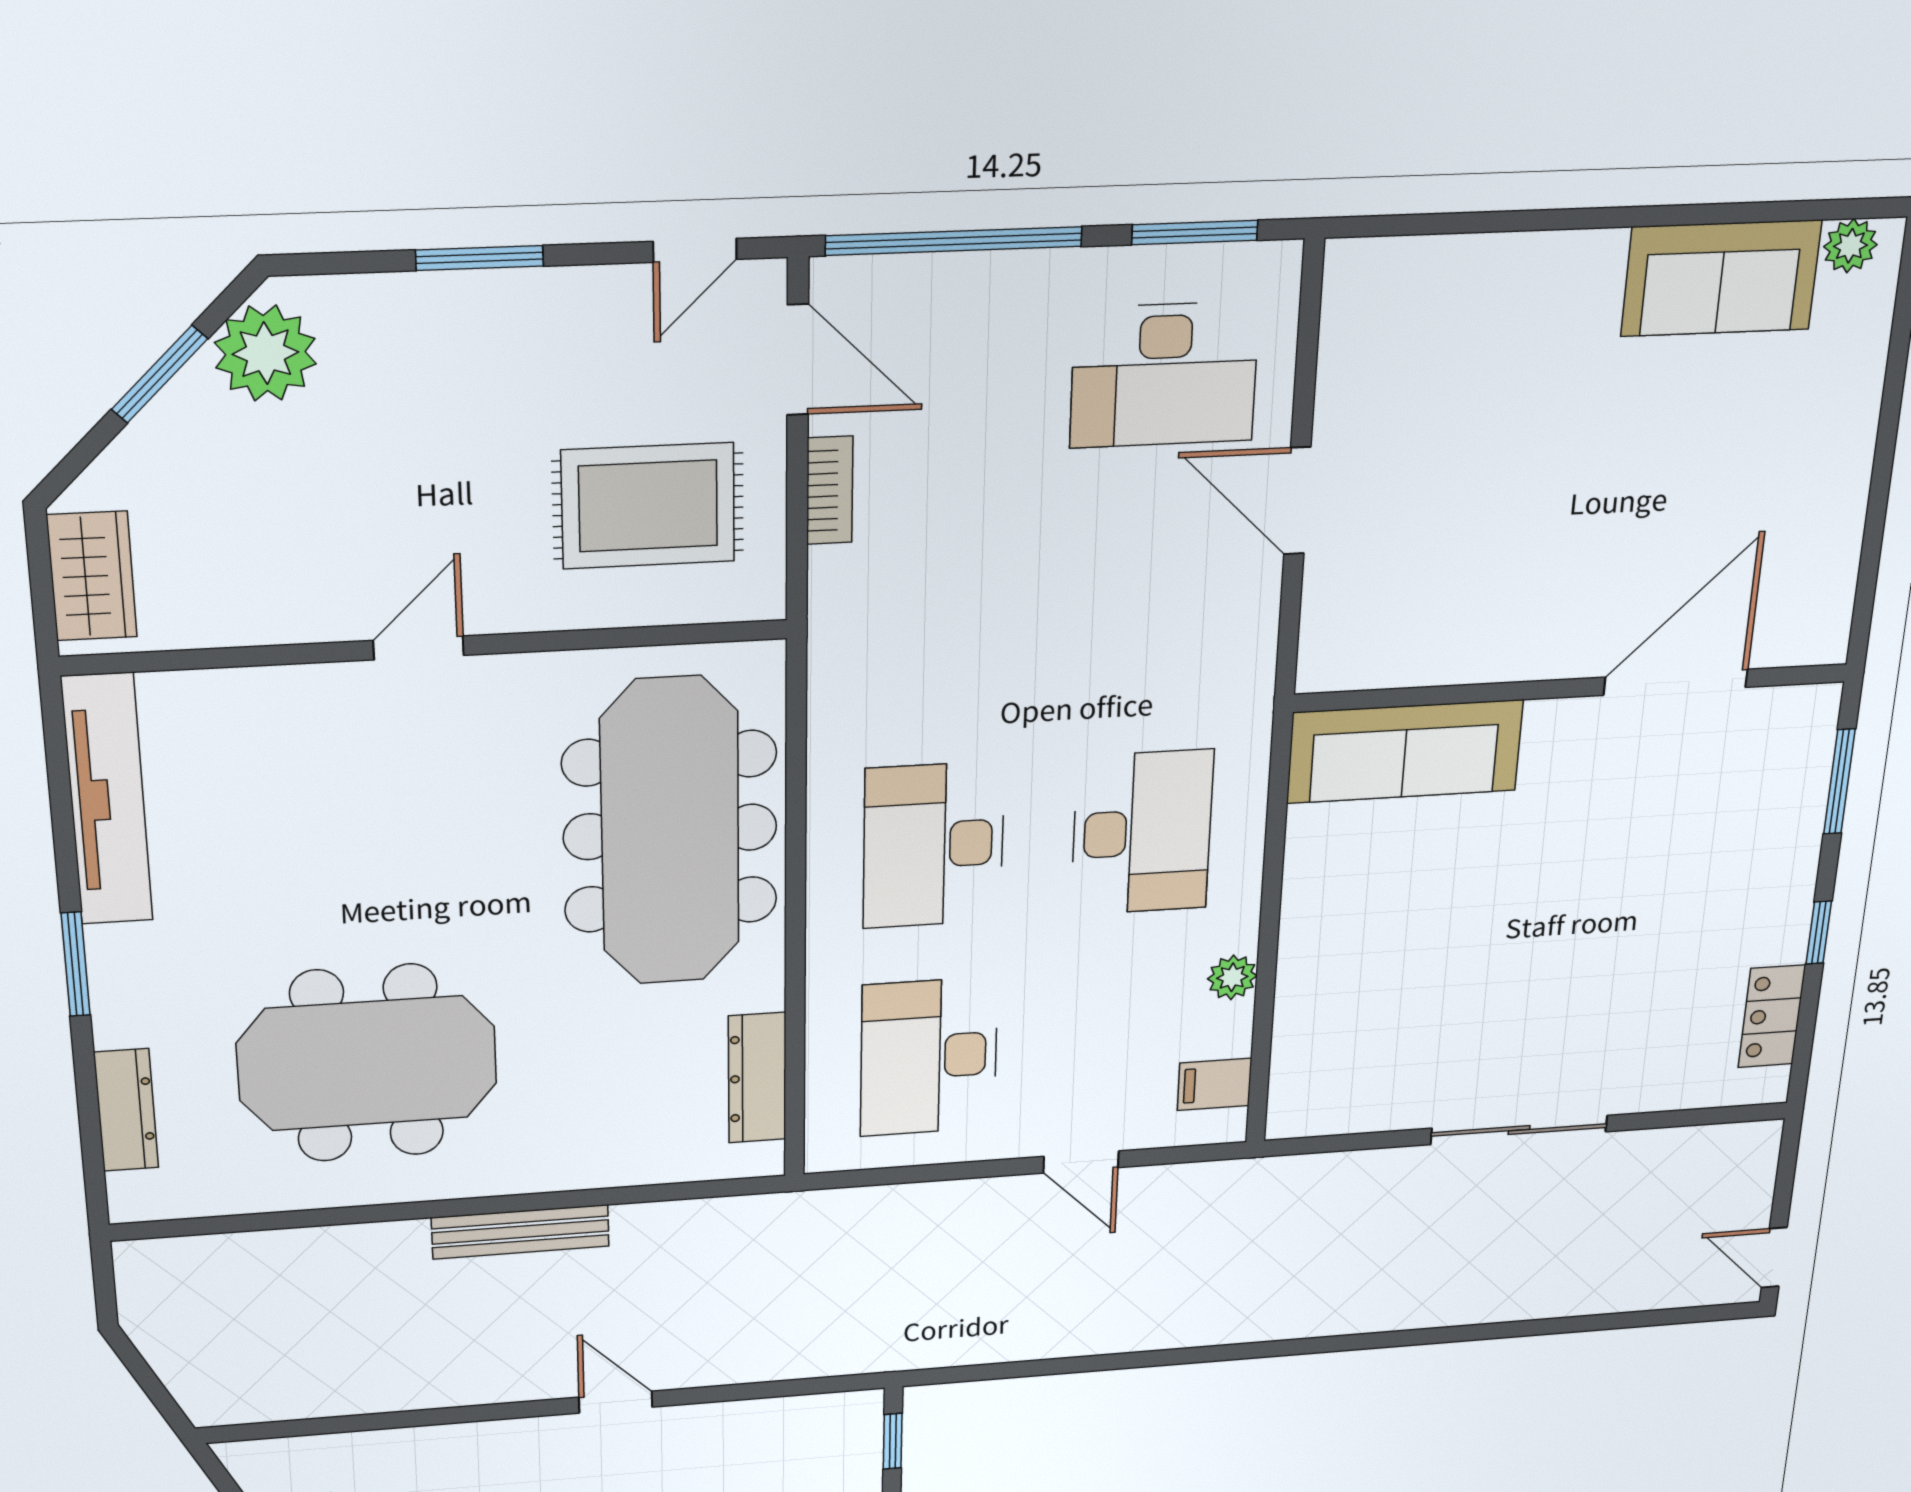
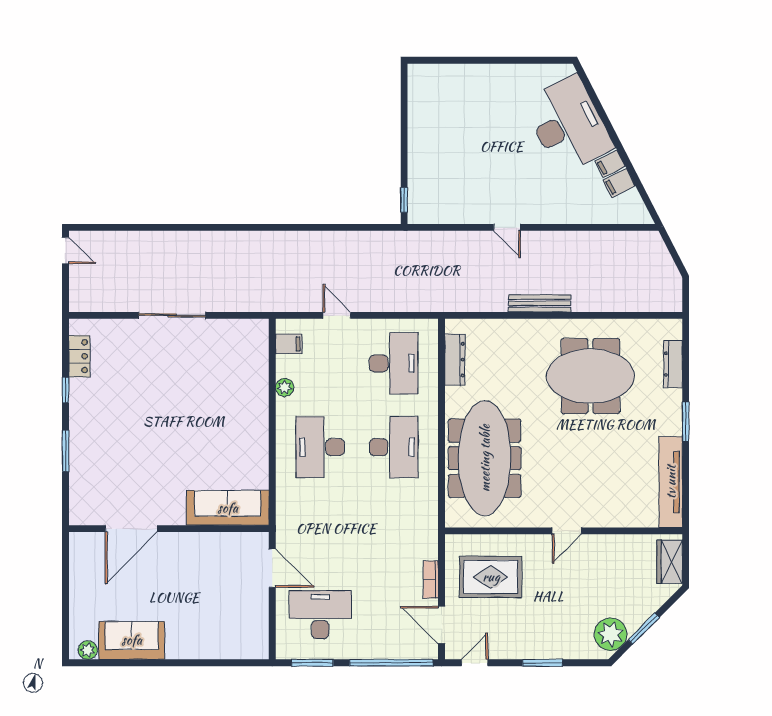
door: (1676, 682) -> (131, 529), moved
wall: (1572, 688) -> (169, 529), moved
sofa: (1405, 752) -> (228, 508), moved

